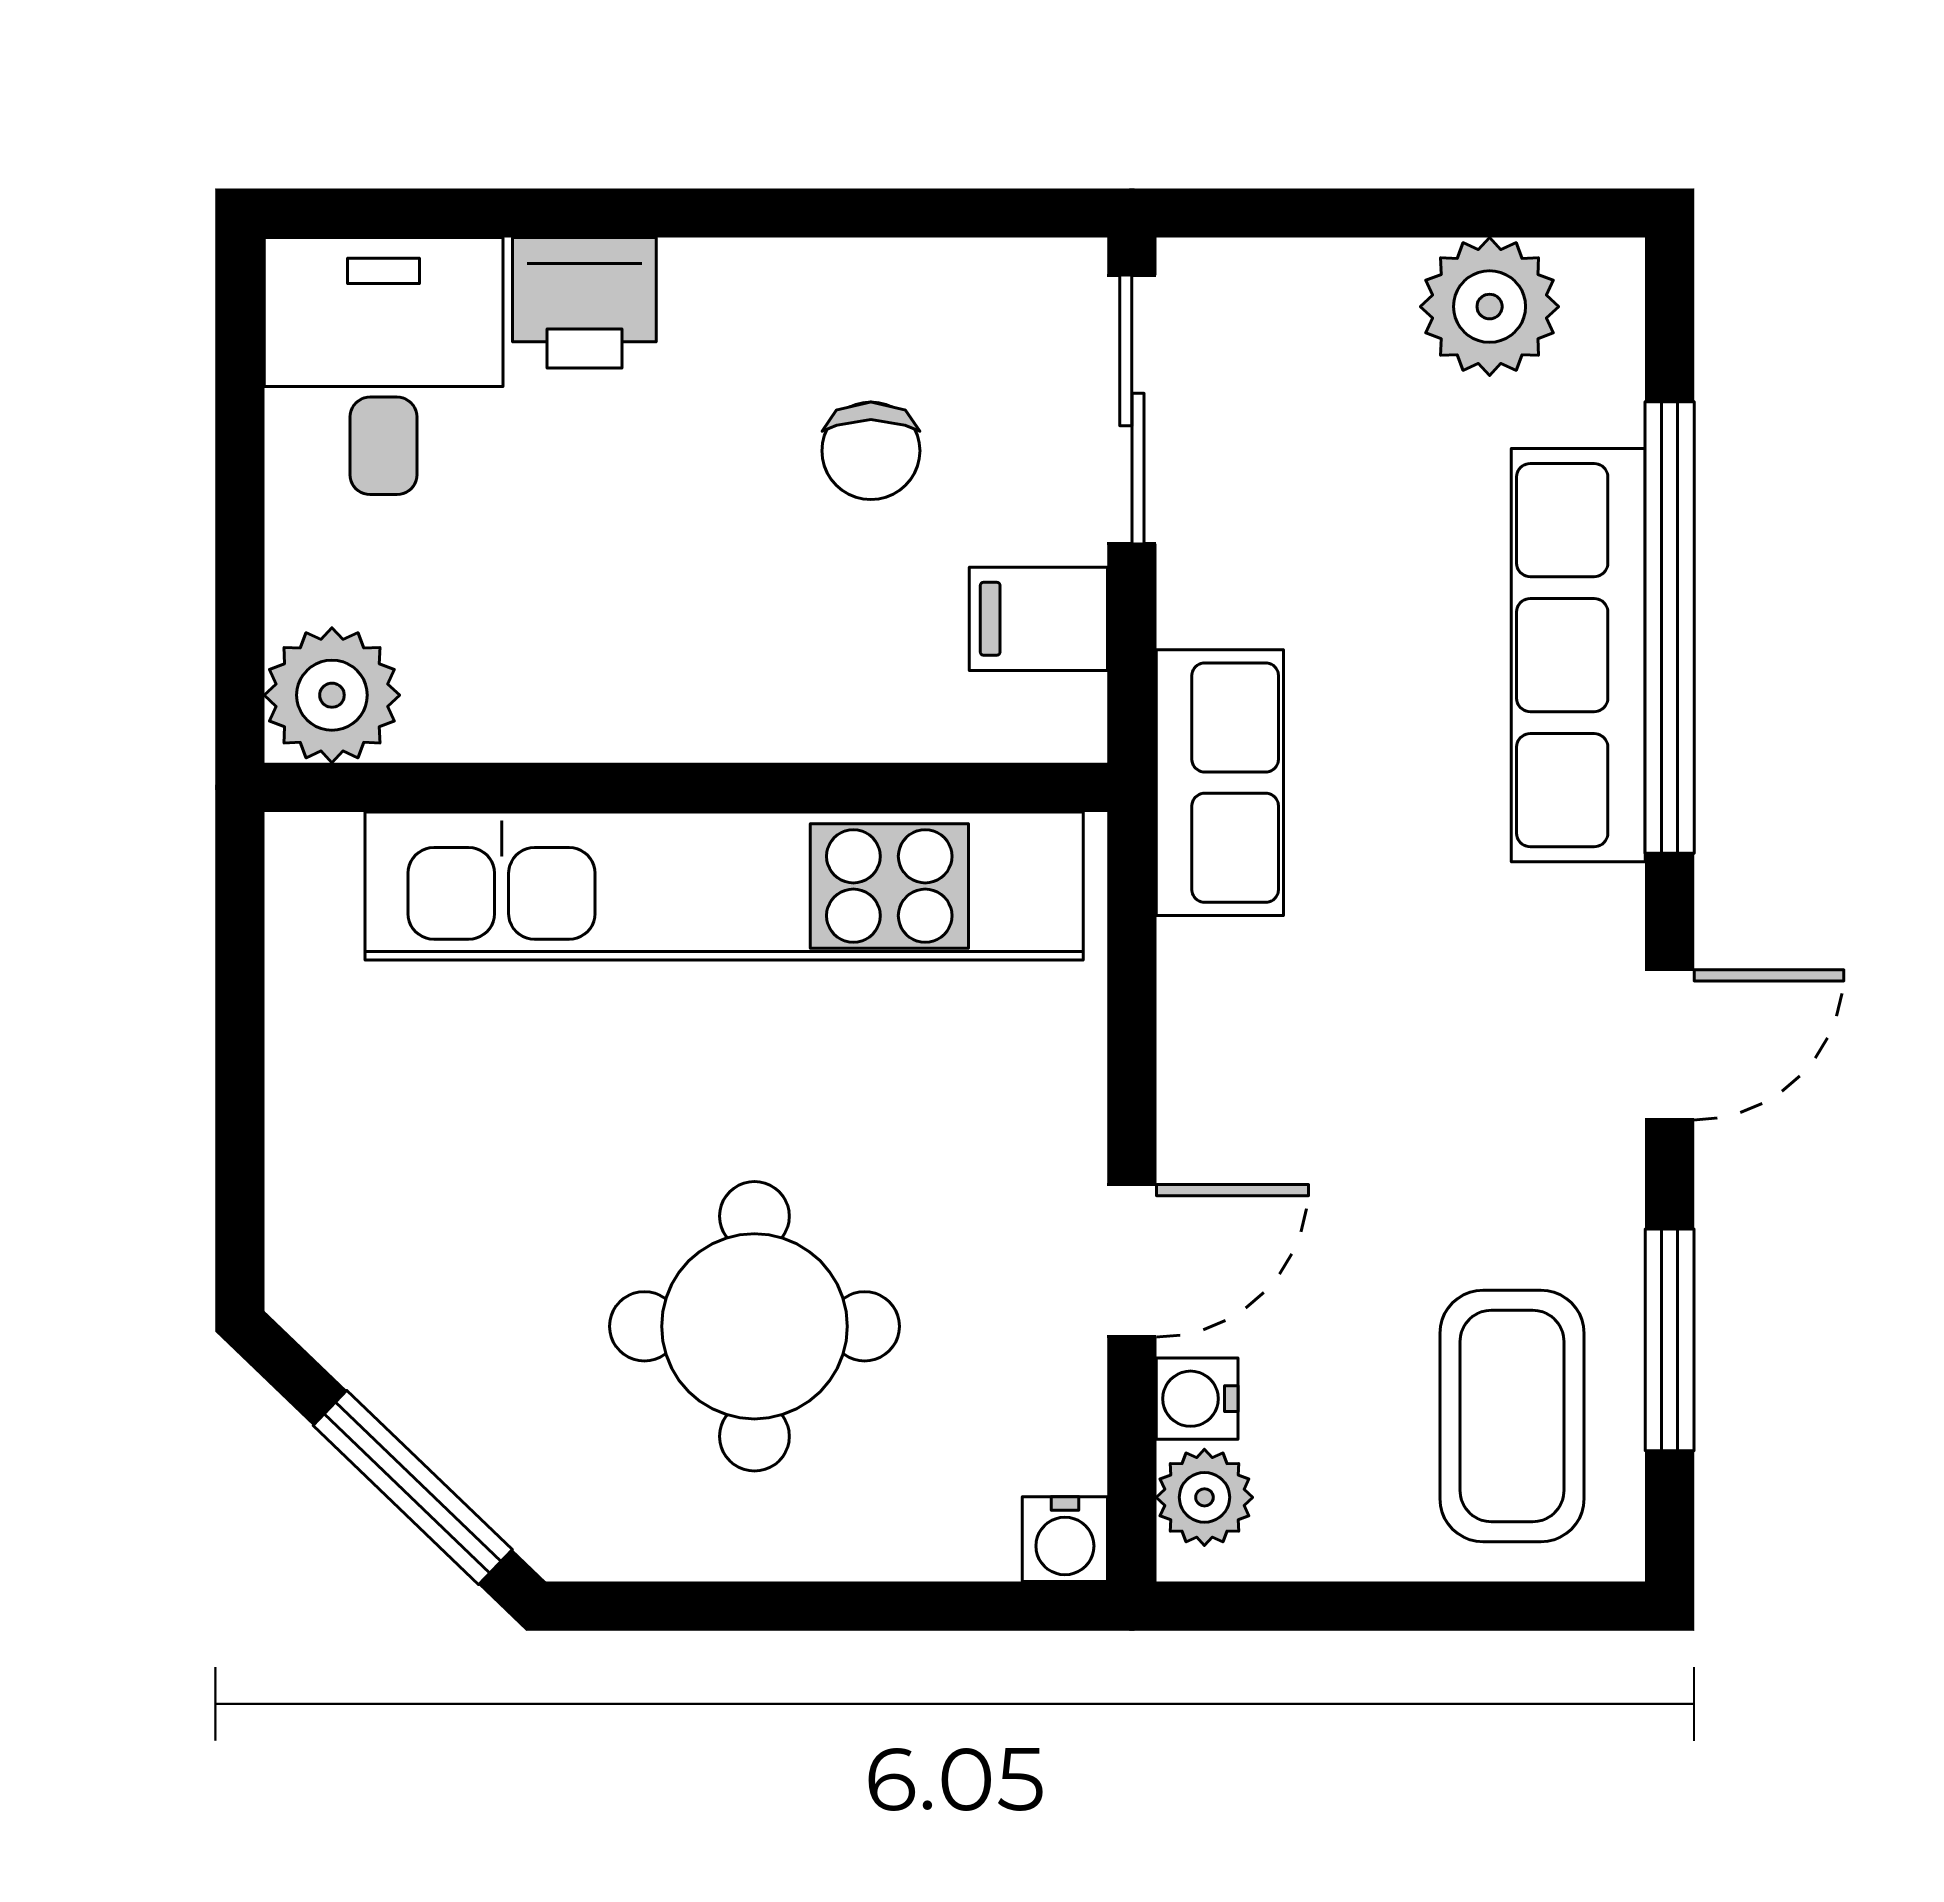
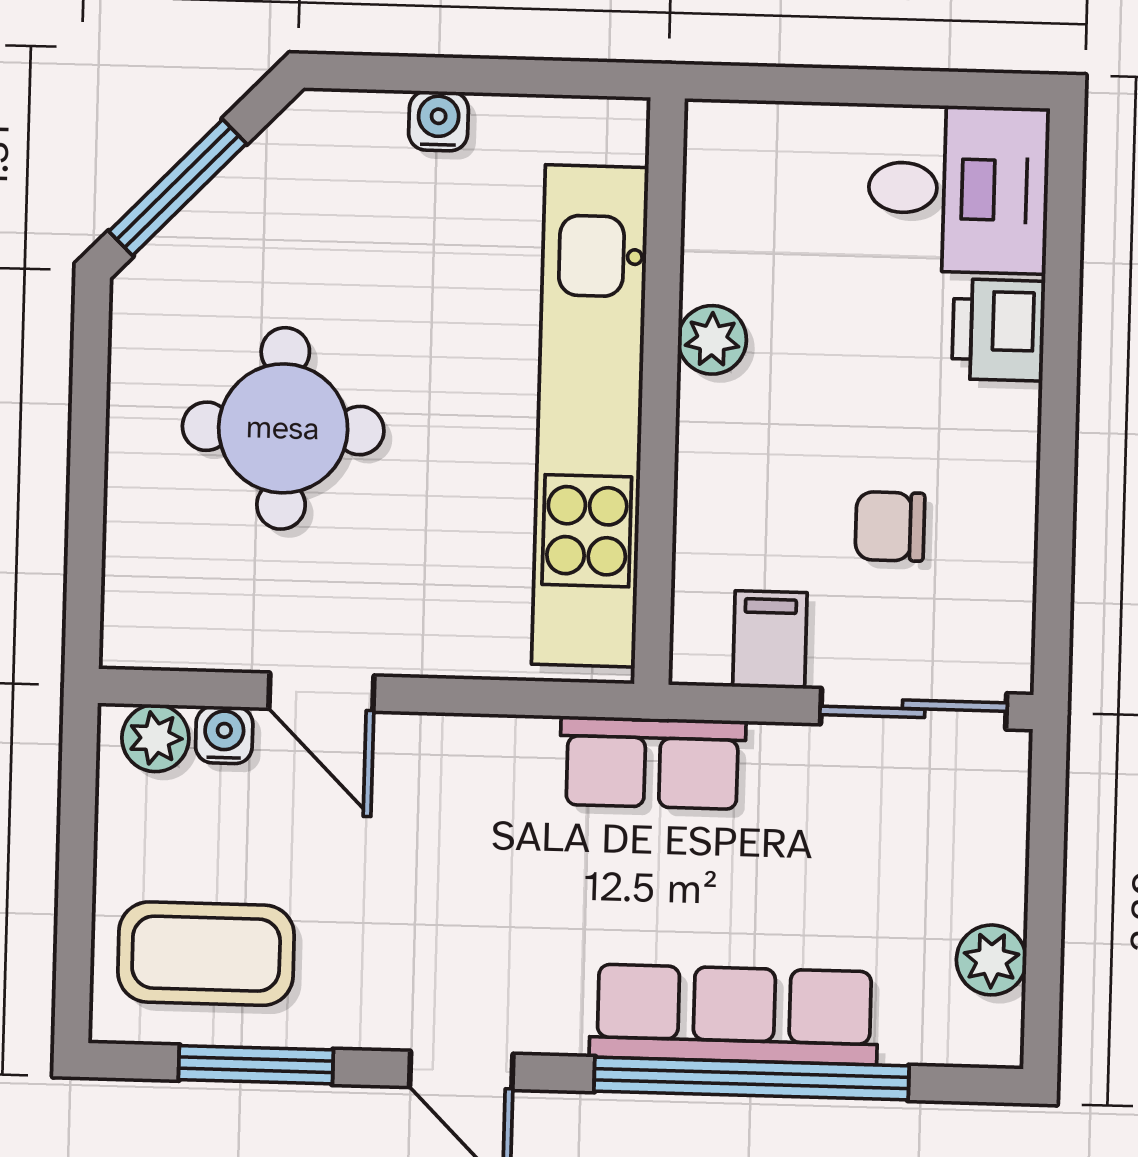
plant: (1490, 307) -> (991, 960), width x0.73, depth x0.73
plant: (332, 695) -> (712, 340), moved, width x0.73, depth x0.73
water cooler: (1065, 1539) -> (438, 121), moved, turned 90

